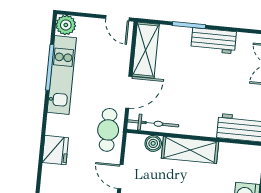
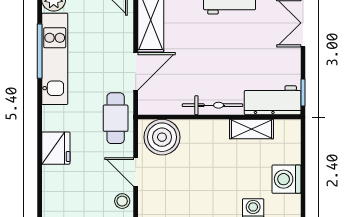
bicycle: (153, 123) -> (212, 105), moved
boiler: (153, 143) -> (162, 137), width x1.86, depth x1.86
shelving: (190, 150) -> (251, 129), moved, width x0.67, depth x0.75

